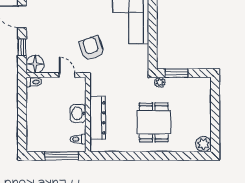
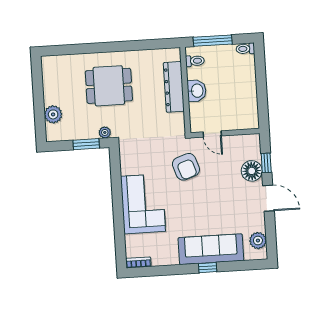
floor lamp: (35, 64) -> (252, 171), moved
toilet: (34, 82) -> (245, 49), moved
dining table: (154, 122) -> (109, 86), turned 90
plant: (203, 144) -> (53, 114), moved

